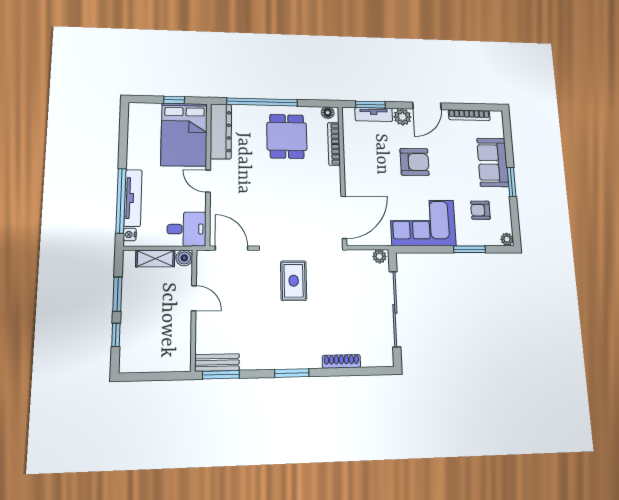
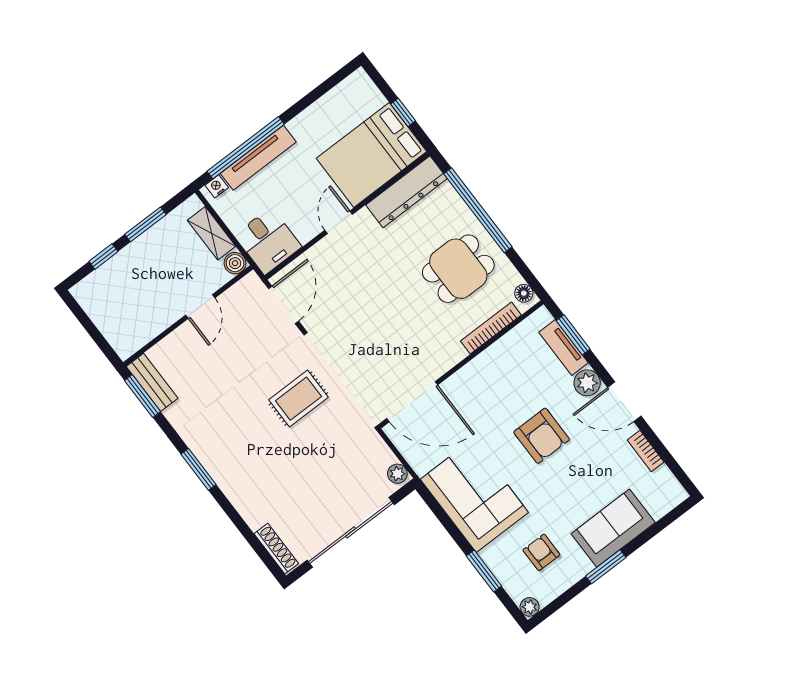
bookcase: (469, 115) -> (646, 451), width x0.64
shoe rack: (341, 361) -> (276, 549), moved

